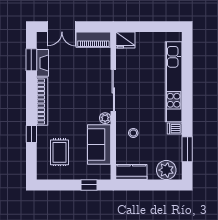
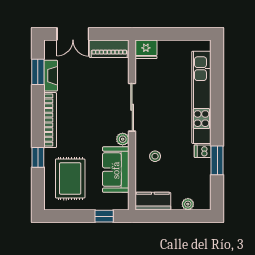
window: (187, 149) -> (217, 160), moved
rug: (60, 152) -> (70, 178), width x1.36, depth x1.43
plant: (166, 170) -> (188, 204), width x0.53, depth x0.53

